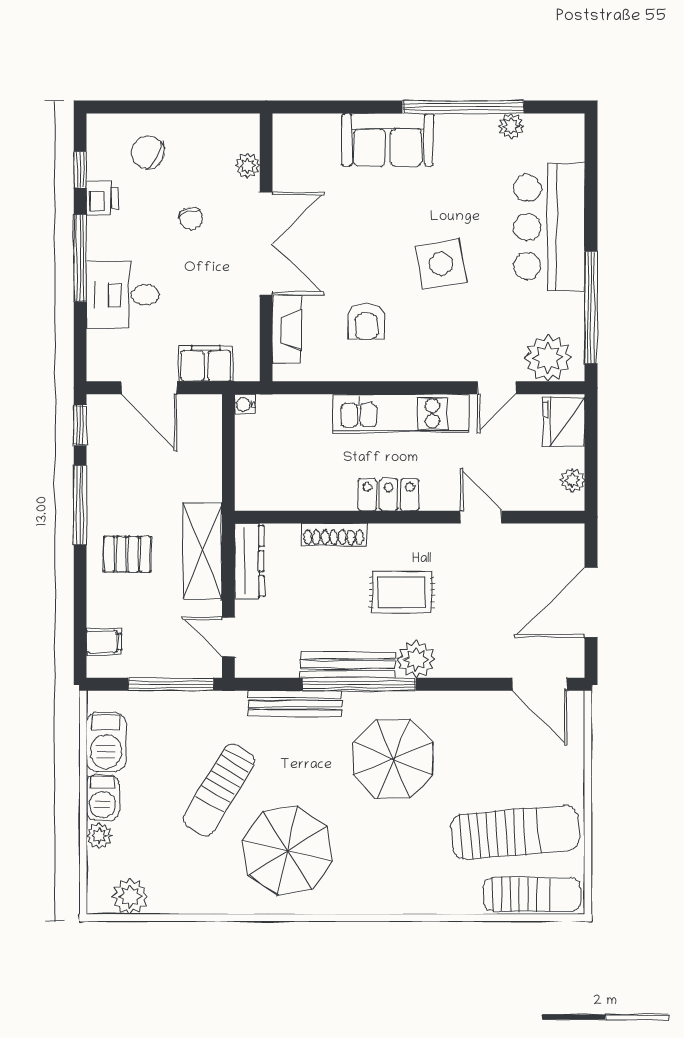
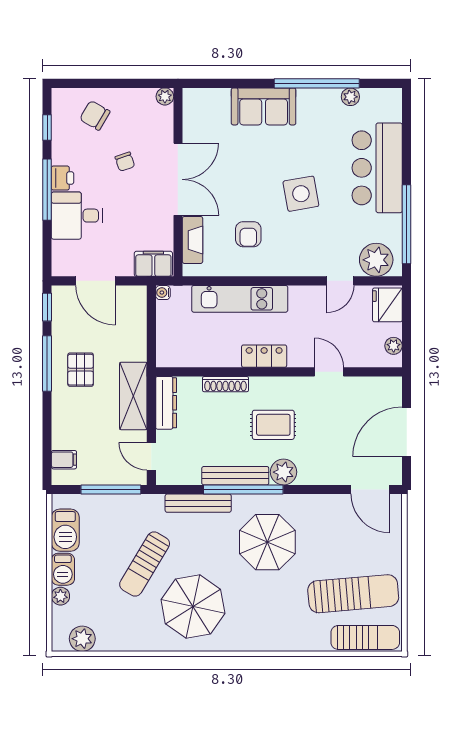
plant: (248, 166) -> (165, 96), moved
printer: (102, 198) -> (63, 178), moved
filing cabinet: (206, 363) -> (153, 264), moved
kitchen unit: (401, 413) -> (240, 299), moved
pallet: (127, 554) -> (81, 370), moved, turned 90

